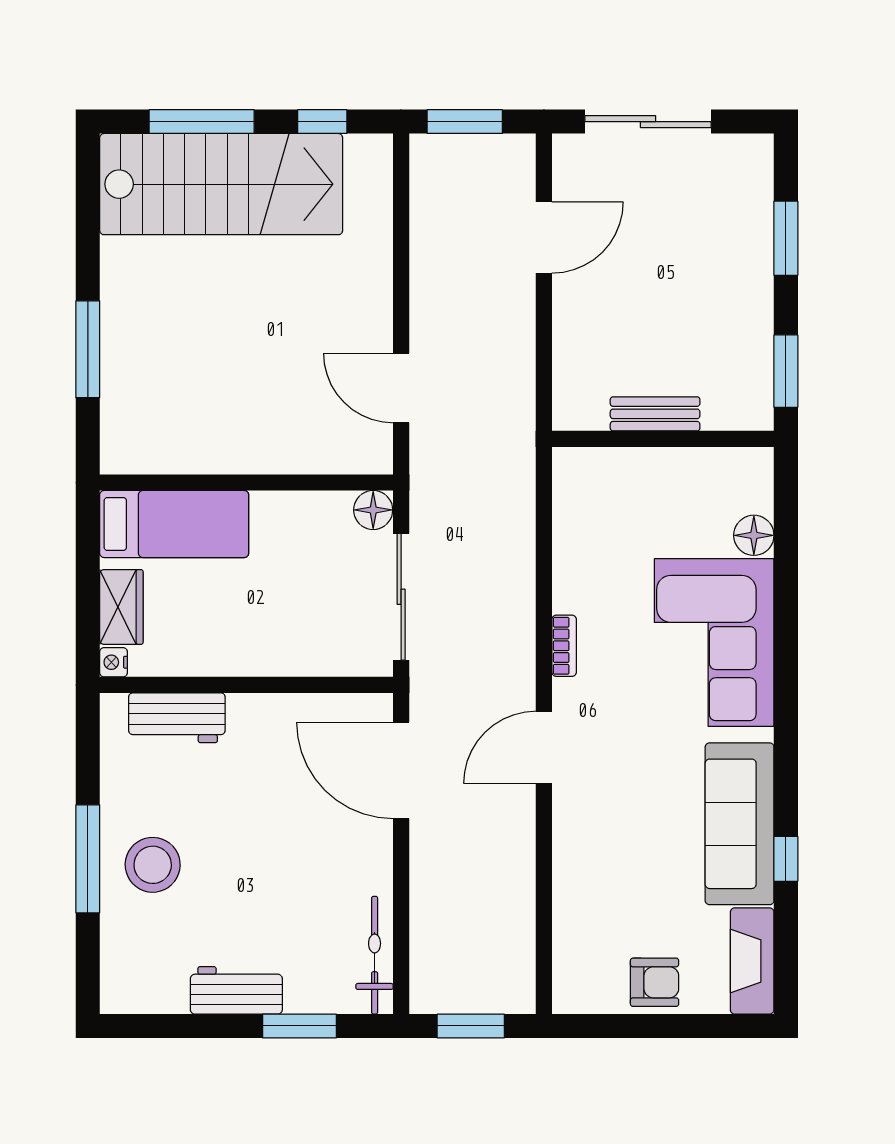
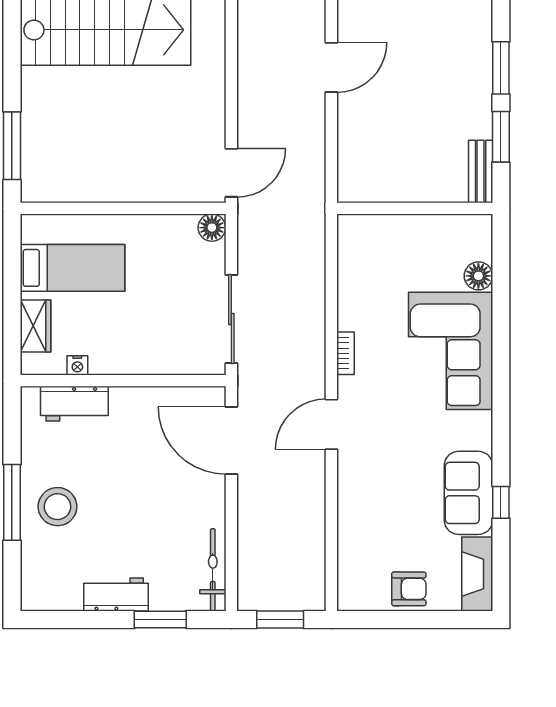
window: (786, 371) -> (501, 137), moved
door: (401, 388) -> (231, 173), swing flipped
bench: (655, 414) -> (481, 171), moved, turned 90
wall: (246, 483) -> (123, 208), moved
floor lamp: (373, 510) -> (212, 228), moved
nightstand: (114, 662) -> (77, 365), moved, turned -90
sofa: (740, 824) -> (468, 493), width x0.73

